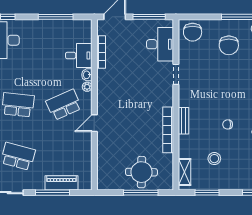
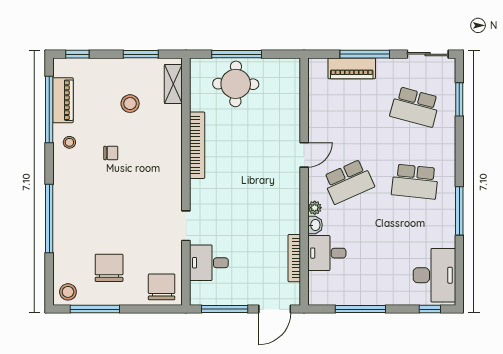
desk: (160, 44) -> (209, 263), width x0.73
bench: (184, 121) -> (175, 158), removed

